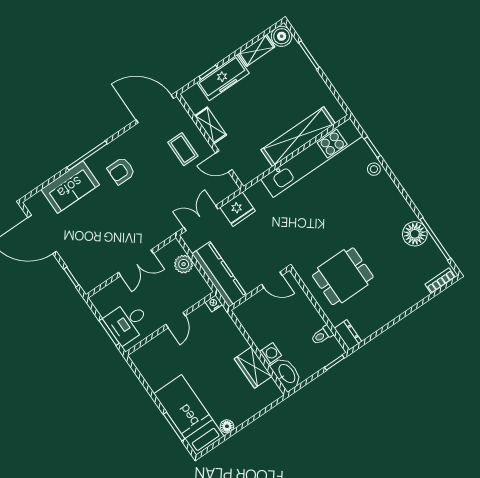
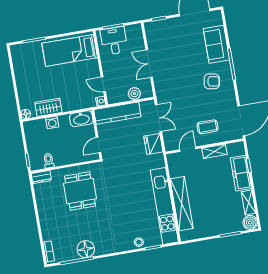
armchair: (121, 171) -> (212, 81), turned 99
door: (176, 320) -> (103, 84), moved
washbasin: (286, 374) -> (81, 119), moved
bed: (189, 415) -> (70, 50), moved, turned 180
floor lamp: (227, 426) -> (26, 114), moved

